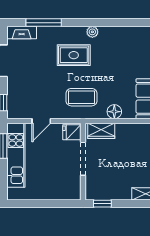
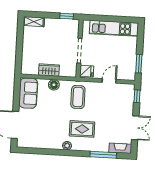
coffee table: (82, 97) -> (78, 97), turned 90
wardrobe: (101, 131) -> (49, 70), moved
kitchen unit: (16, 155) -> (114, 28), moved, turned -90

